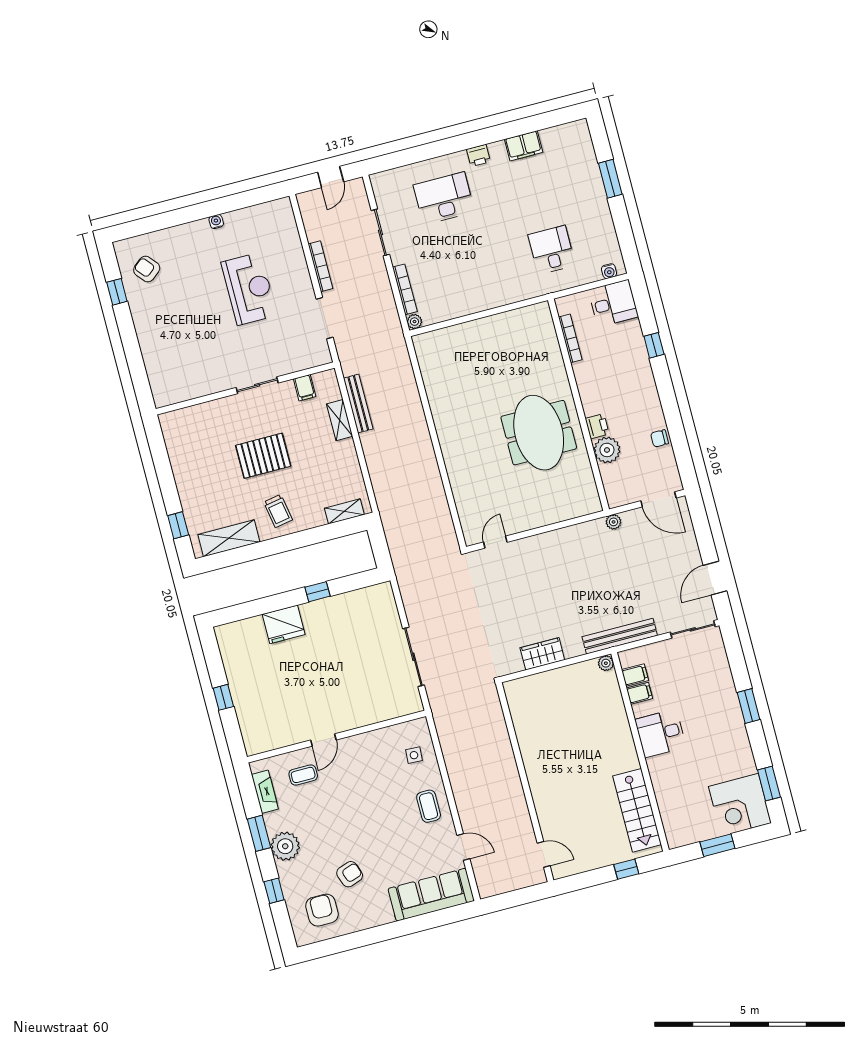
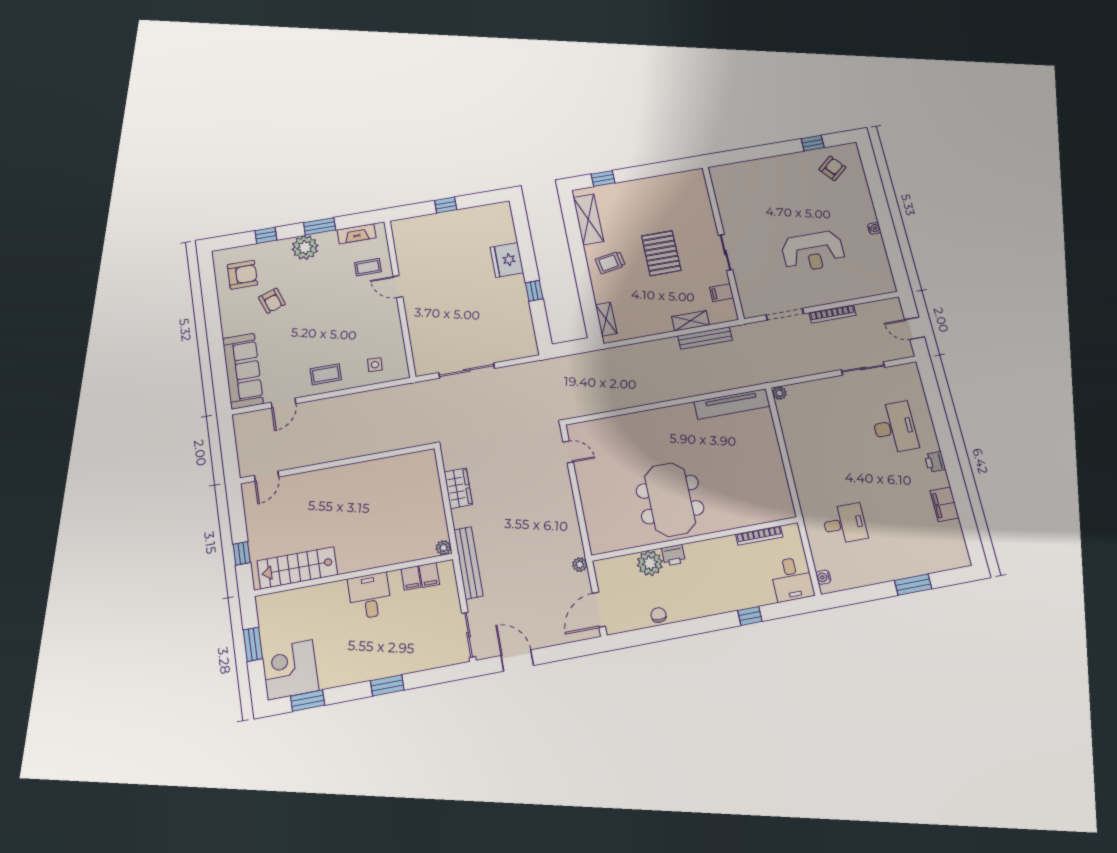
bookcase: (405, 289) -> (810, 387), removed
tv unit: (430, 372) -> (732, 404), added
meeting table: (539, 433) -> (670, 499), turned 90
coffee table: (303, 775) -> (368, 267), turned 90

